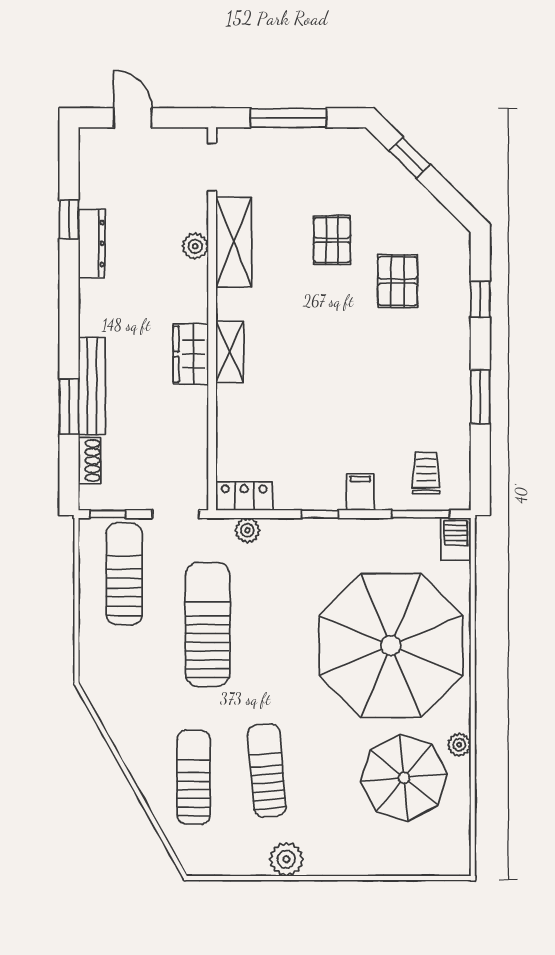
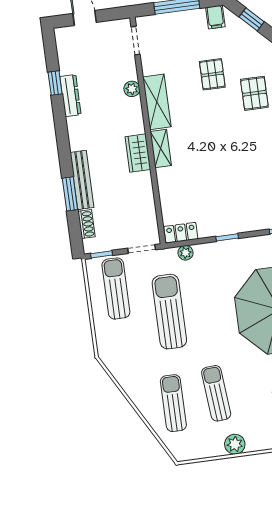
shelving: (234, 242) -> (157, 102), moved
filing cabinet: (360, 492) -> (215, 17), moved, turned 180

